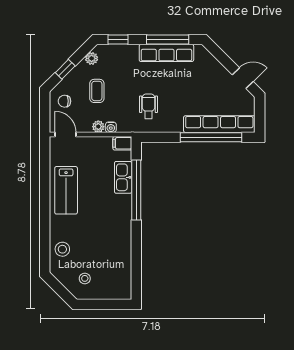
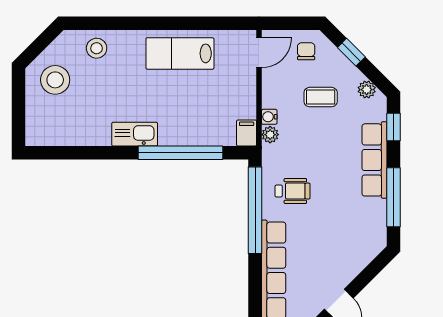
row of seats: (166, 53) -> (374, 160), moved
wheelchair: (149, 106) -> (293, 191), moved
plant: (98, 127) -> (270, 135), moved
window: (211, 137) -> (255, 210), moved
kitchen sink: (123, 177) -> (135, 134), moved
stool: (85, 278) -> (55, 80), width x1.89, depth x1.89

